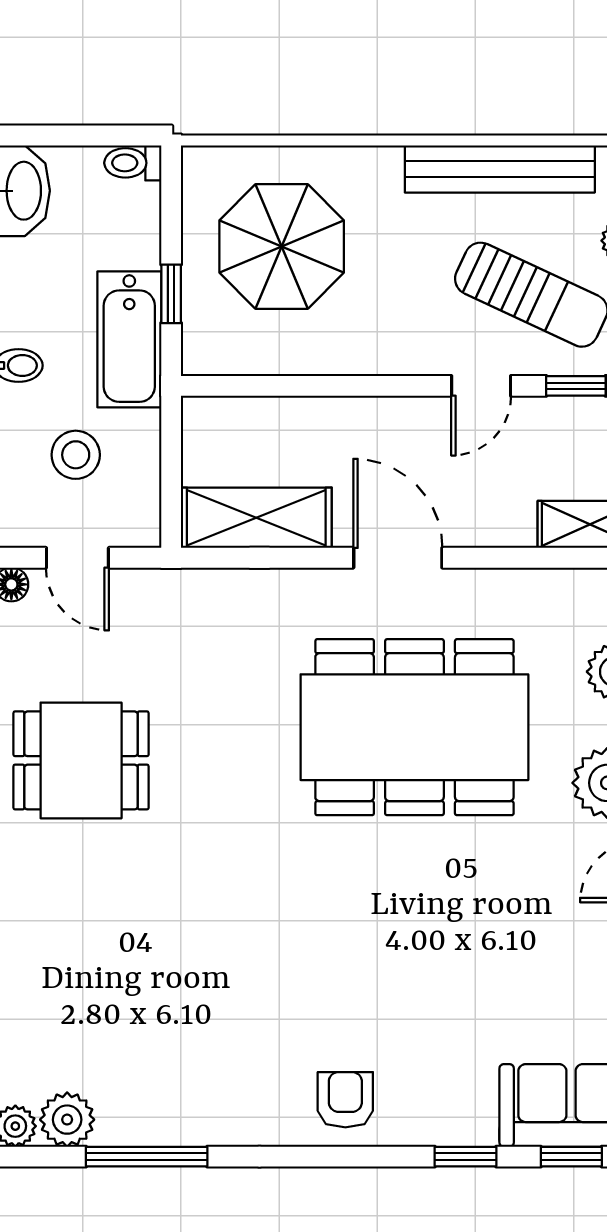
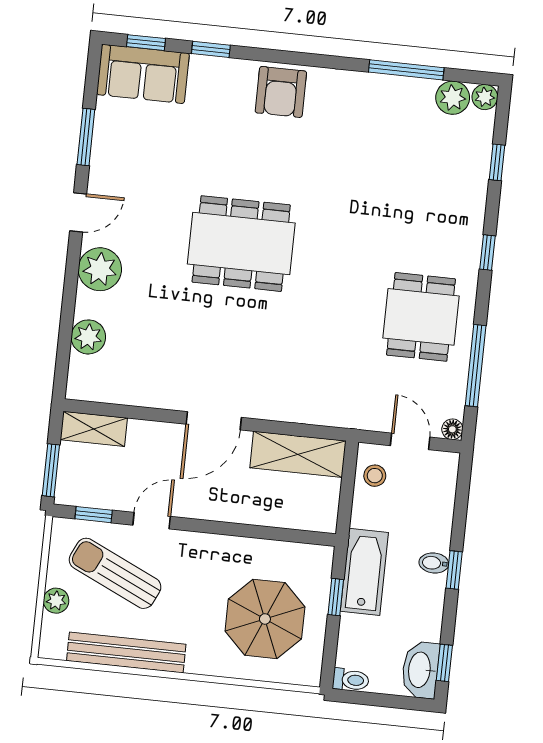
stool: (76, 455) -> (375, 476), moved, width x0.73, depth x0.73
door: (398, 558) -> (214, 421), hinge flipped
dining table: (414, 727) -> (241, 244), moved, width x0.73, depth x0.80
dining table: (81, 760) -> (421, 317), turned 90
armchair: (345, 1100) -> (281, 92), width x1.38, depth x1.38

